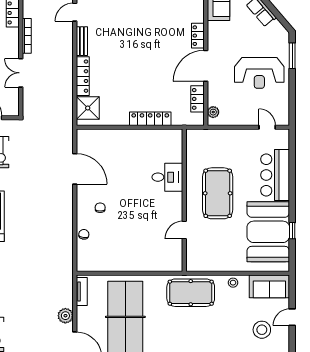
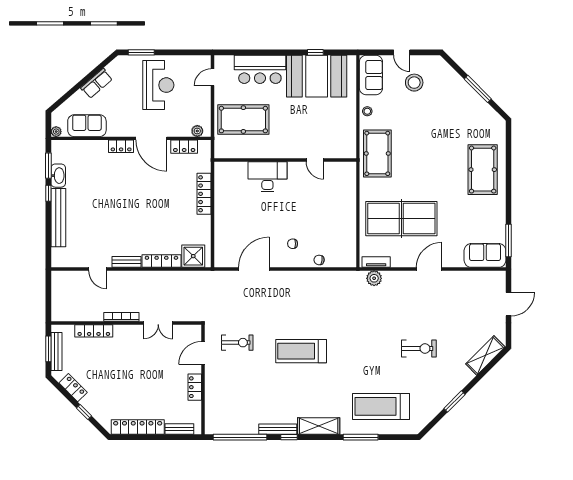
desk: (167, 177) -> (267, 177), width x1.37
pool table: (218, 193) -> (243, 120), moved
plant: (65, 316) -> (374, 278), moved

